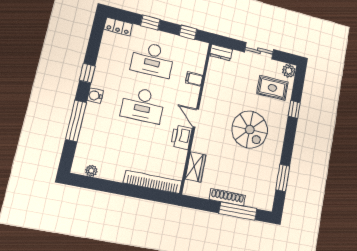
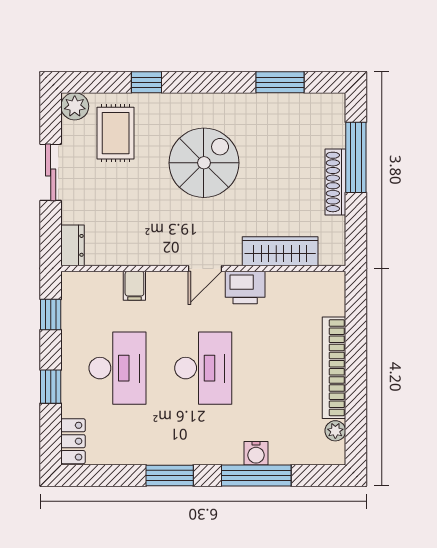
window: (87, 73) -> (170, 475), width x1.50
water cooler: (95, 96) -> (256, 453), moved
wardrobe: (196, 167) -> (280, 251), width x1.50
bookcase: (153, 182) -> (334, 368), moved

